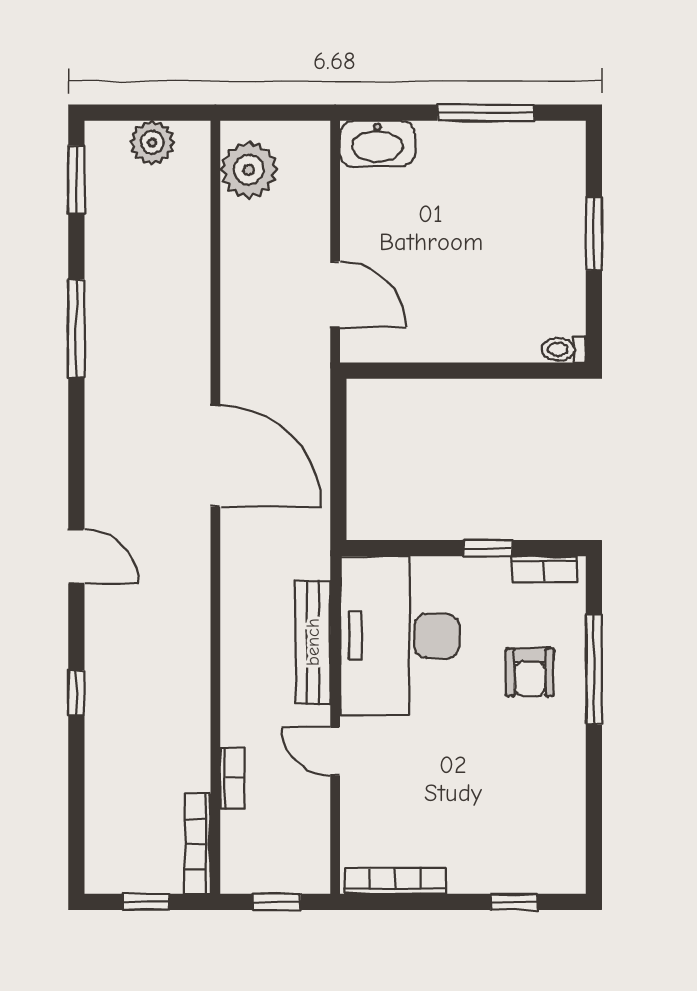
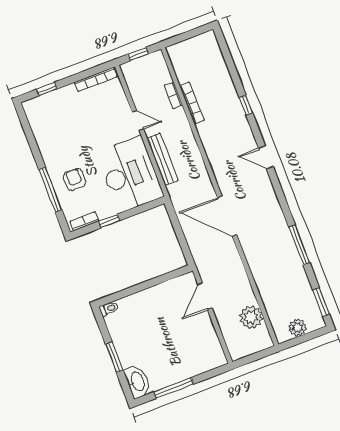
washbasin: (377, 144) -> (137, 382), moved, turned 90
plant: (249, 170) -> (251, 317), moved
door: (335, 294) -> (205, 296), hinge flipped
bookcase: (198, 844) -> (192, 103), moved
window: (146, 902) -> (188, 35), removed

